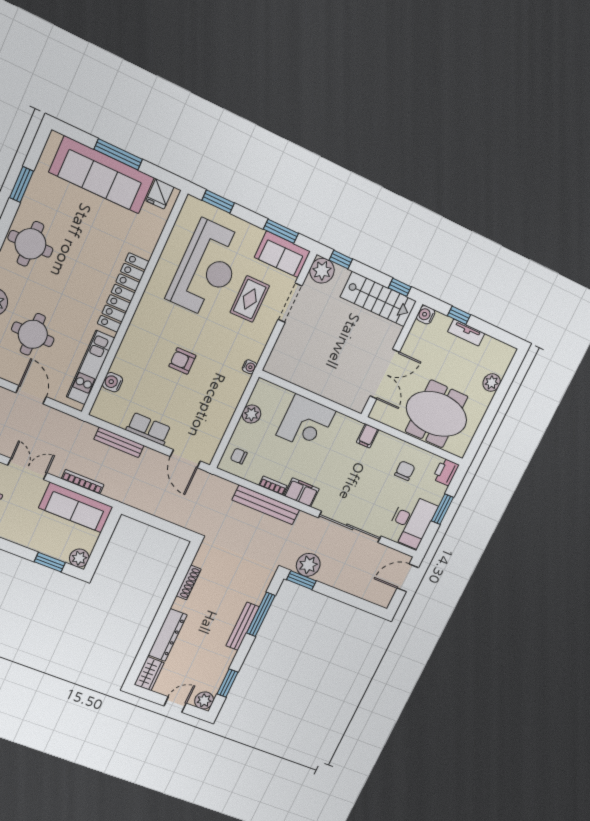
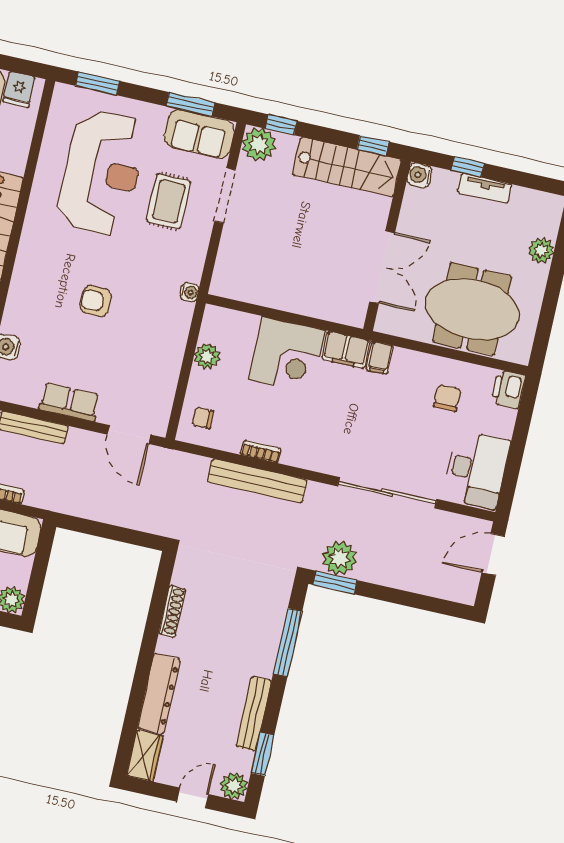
filing cabinet: (302, 492) -> (346, 350), moved, turned 180
window: (442, 509) -> (518, 444), removed
bench: (242, 626) -> (254, 714), moved

